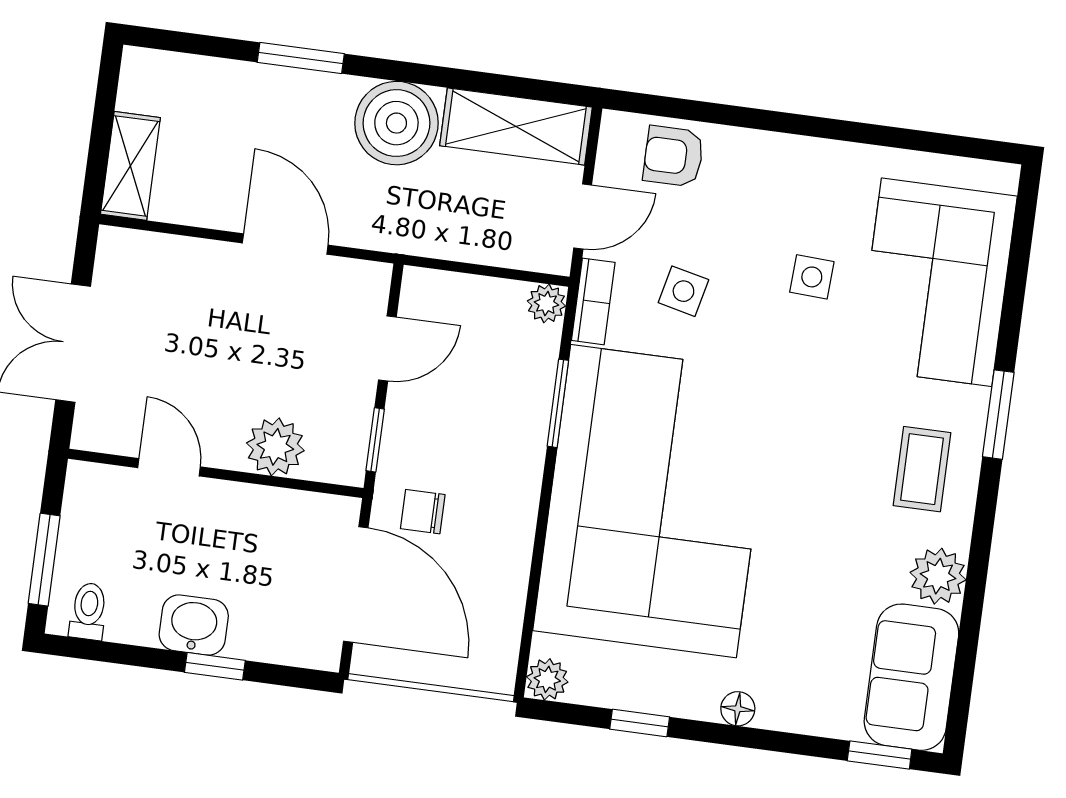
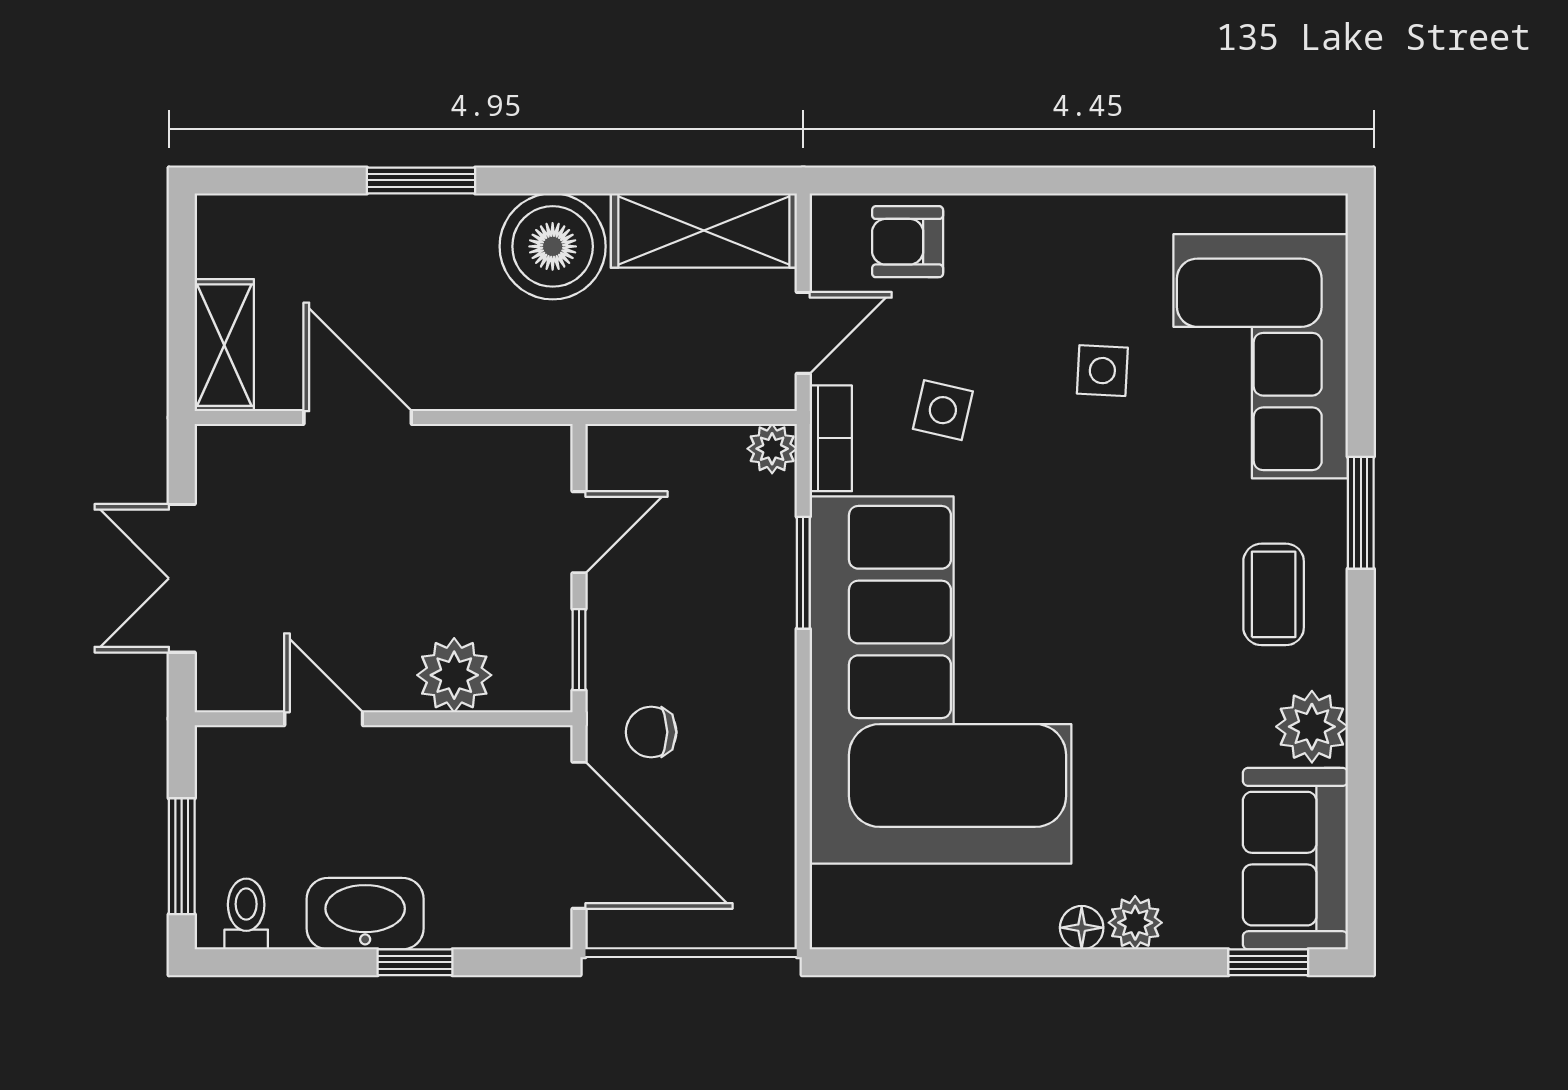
door: (285, 244) -> (358, 418), moved
washbasin: (194, 625) -> (365, 914), width x1.38
plant: (547, 679) -> (1135, 923), moved
window: (640, 723) -> (960, 962), removed

